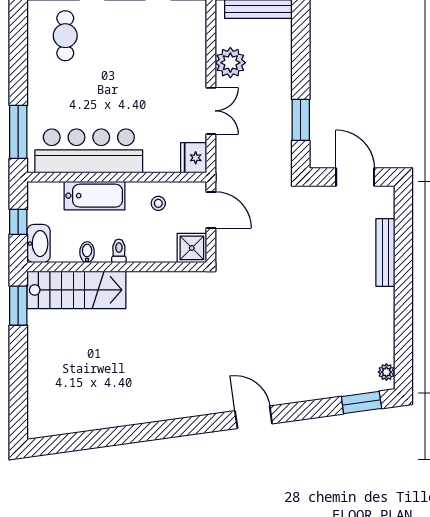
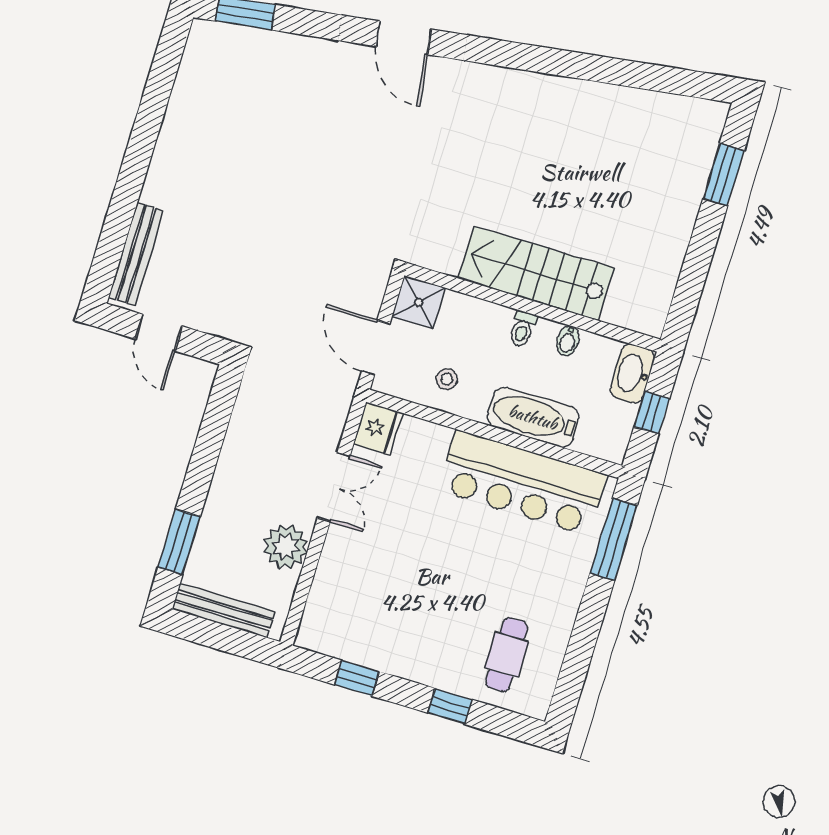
double door: (211, 111) -> (334, 487), swing flipped
window: (301, 120) -> (179, 542), moved
door: (355, 177) -> (159, 333), width x0.73
bench: (385, 252) -> (136, 254), moved
stairs: (76, 290) -> (536, 273), moved
window: (18, 306) -> (724, 174), moved
plant: (386, 372) -> (197, 45), removed

